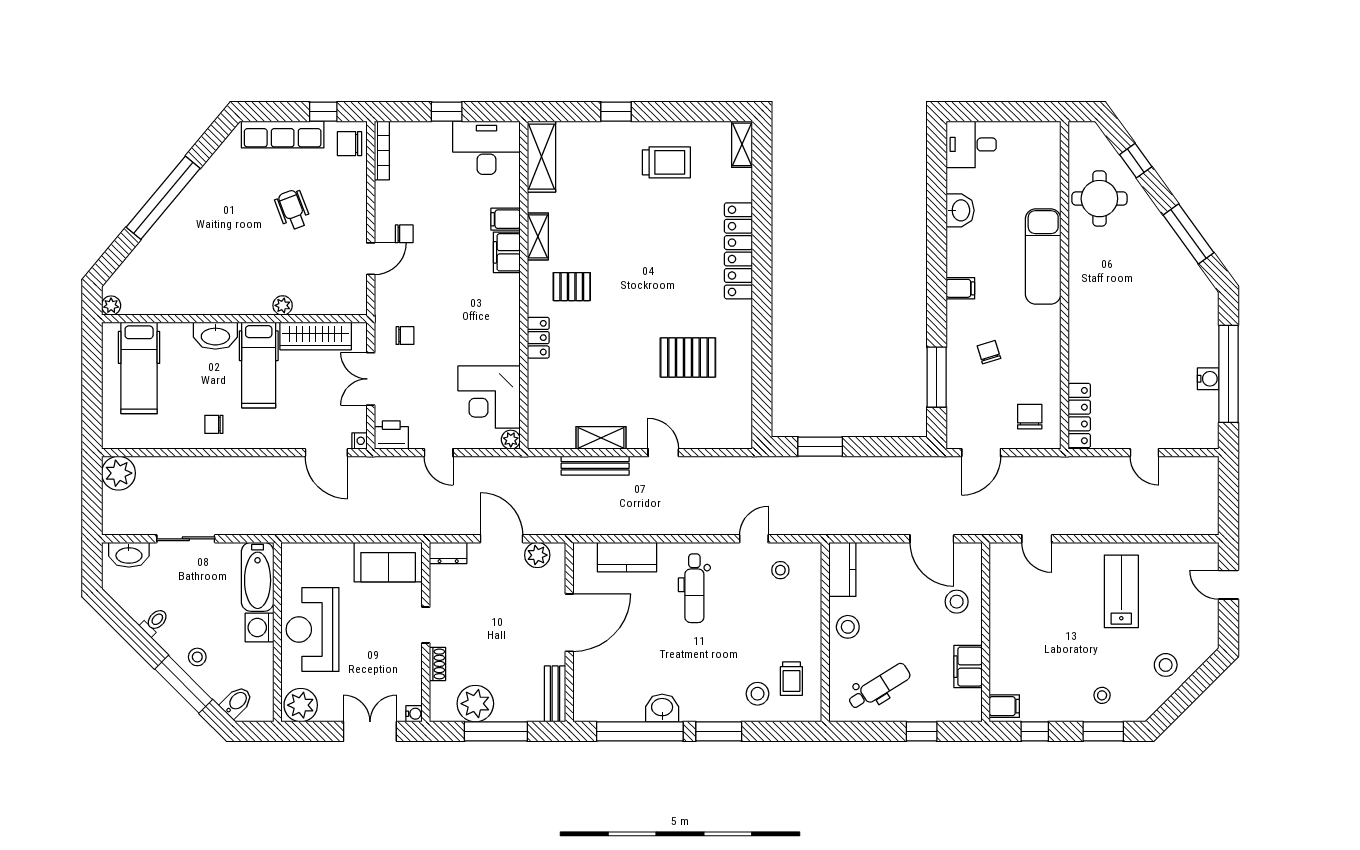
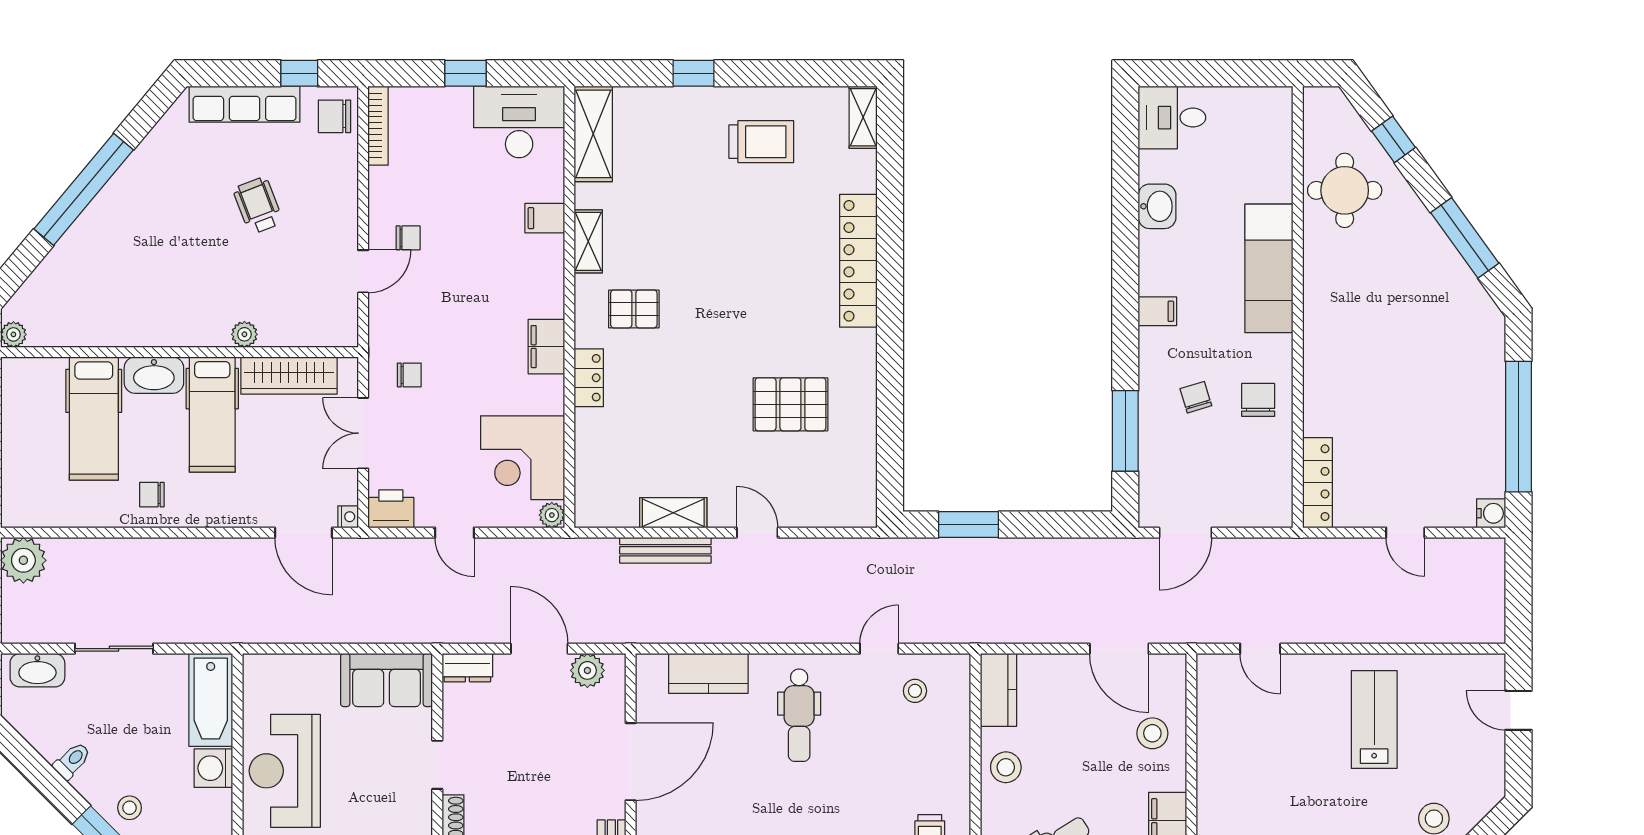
filing cabinet: (507, 252) -> (546, 347), moved
hospital bed: (139, 368) -> (94, 419), moved
water cooler: (1208, 379) -> (1491, 513), moved
chair: (1030, 417) -> (1258, 400), moved

